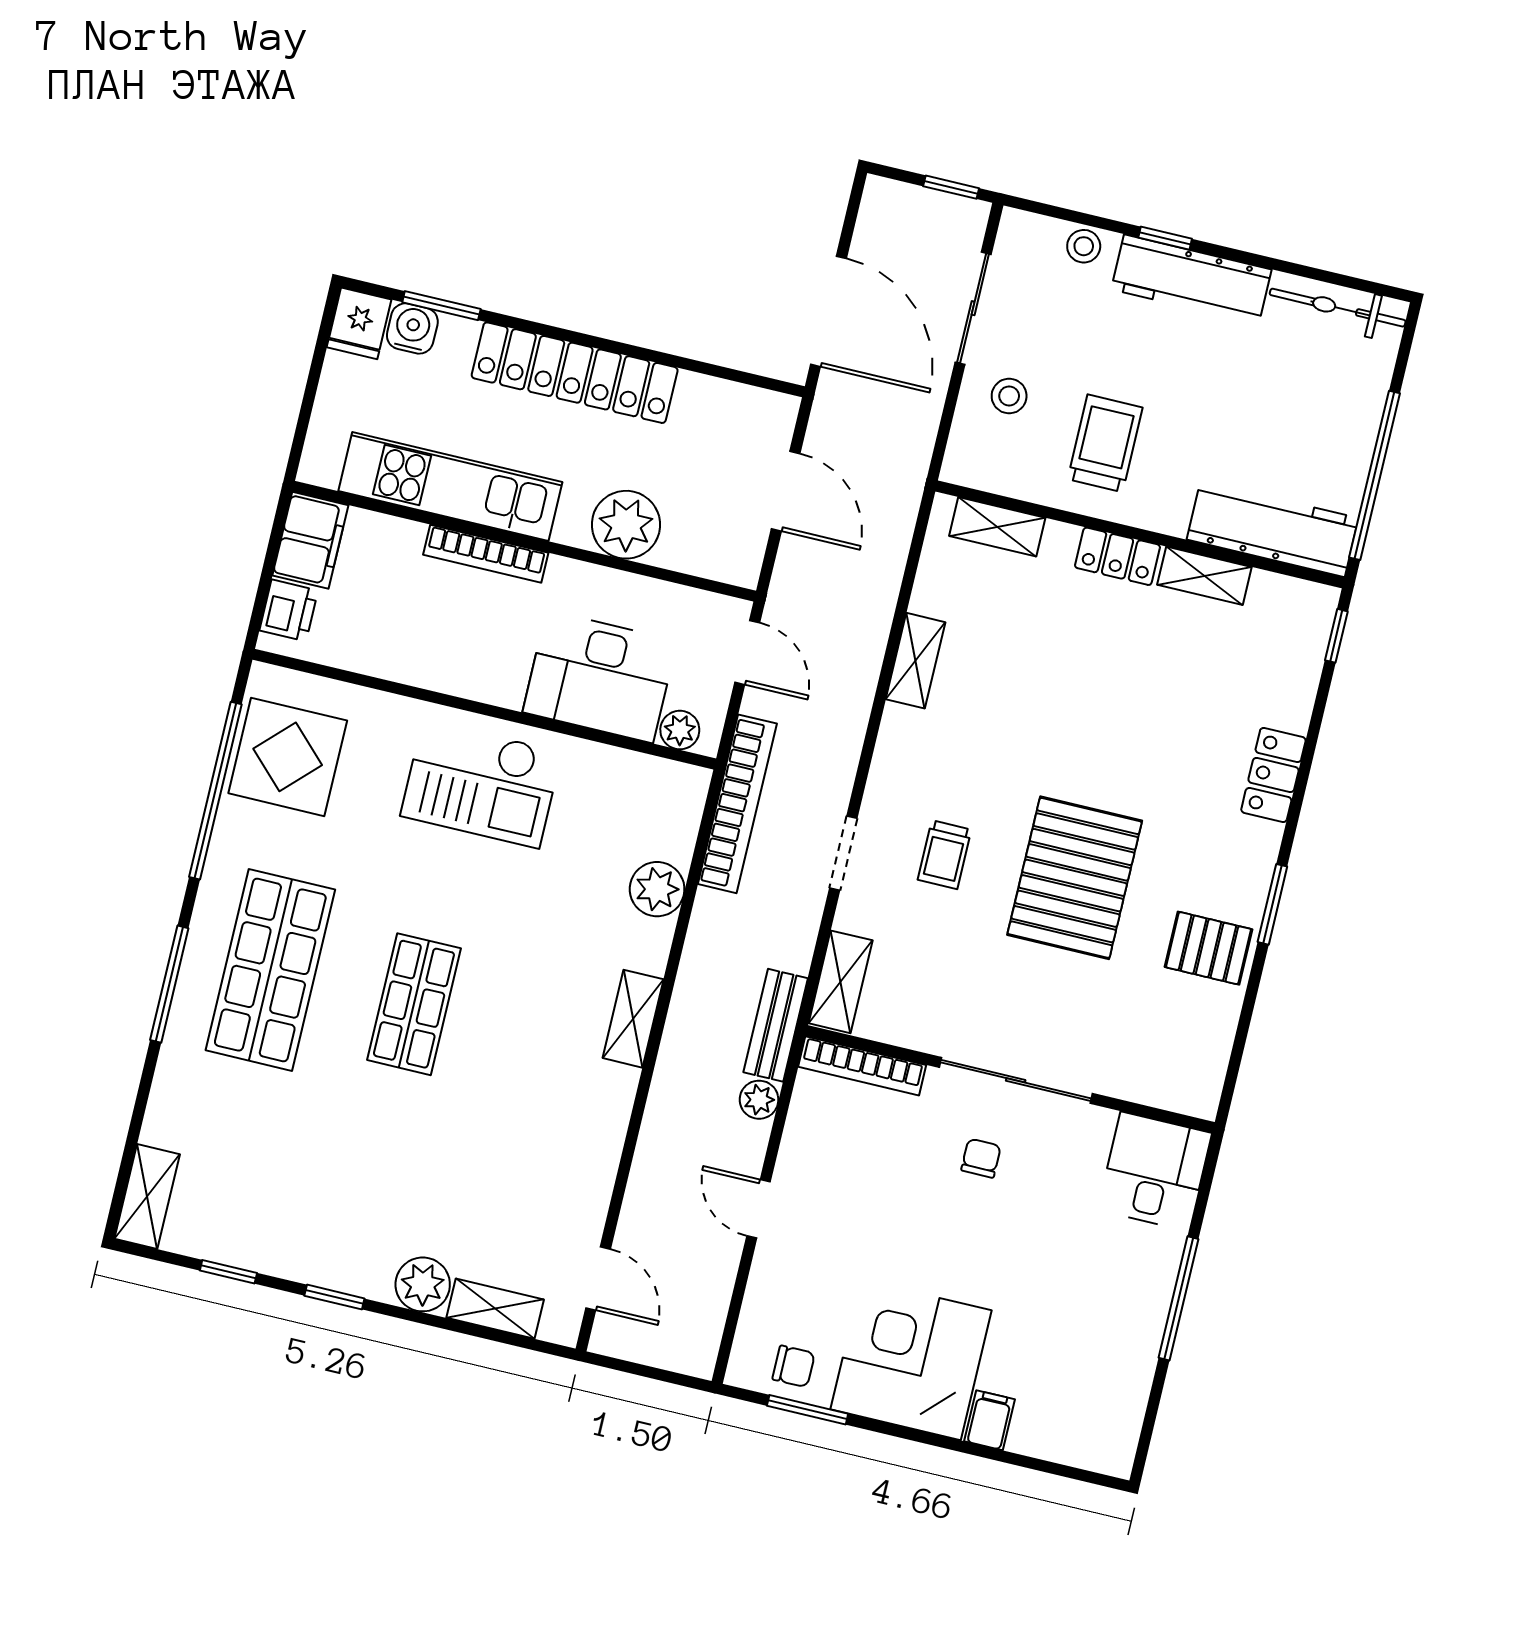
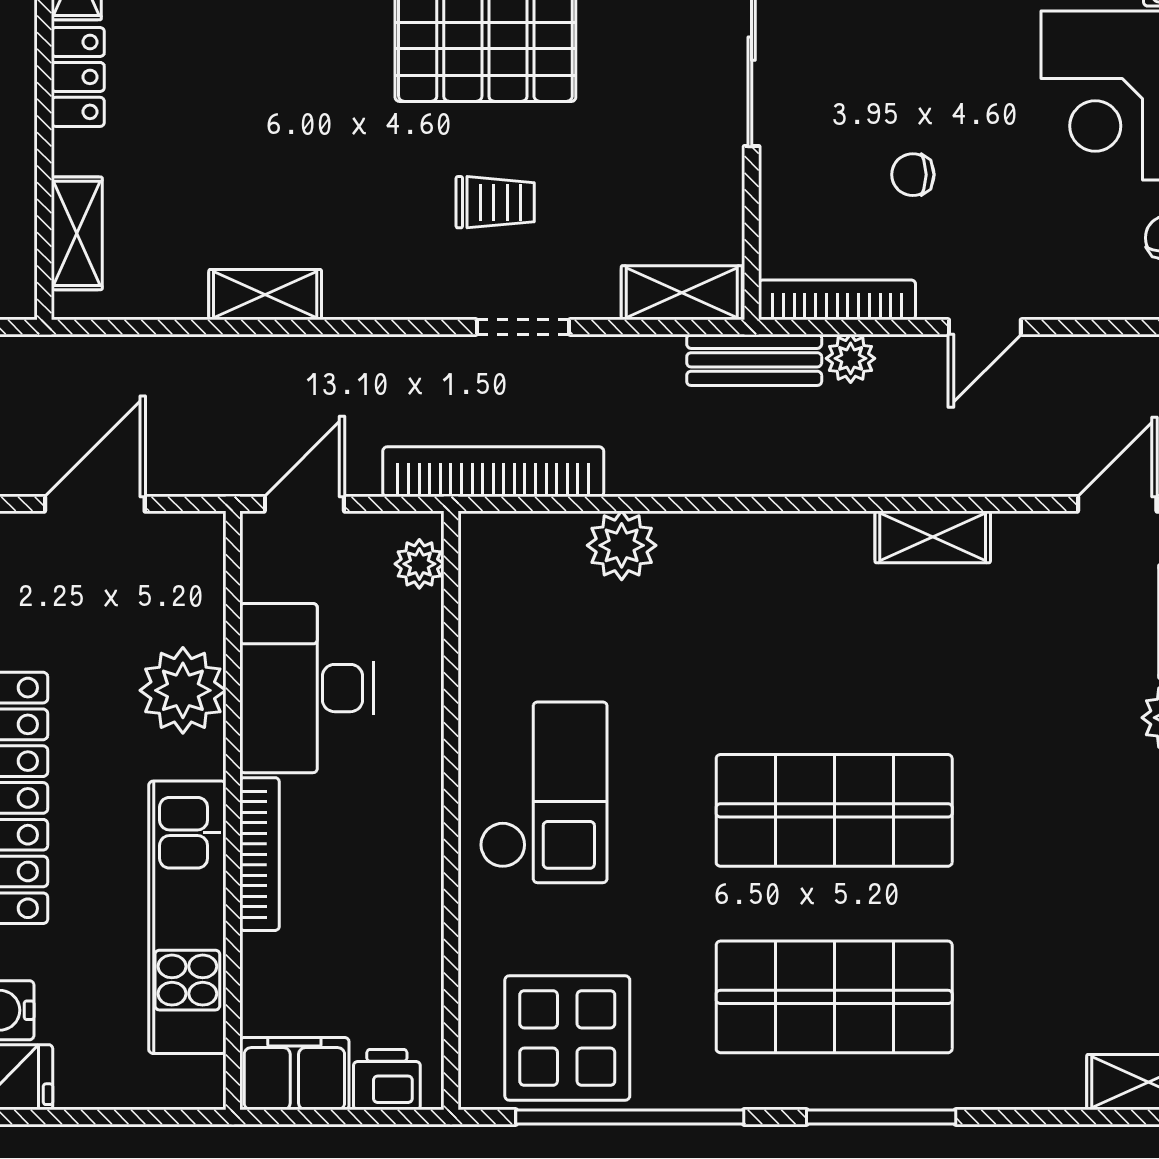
desk: (600, 677) -> (307, 688), moved, turned 180
shop shelf: (414, 1004) -> (834, 810), width x1.43, depth x1.36
shelving: (633, 1019) -> (933, 537), moved
bookcase: (862, 1066) -> (837, 300), moved, turned -90
chair: (981, 1158) -> (913, 175), moved

